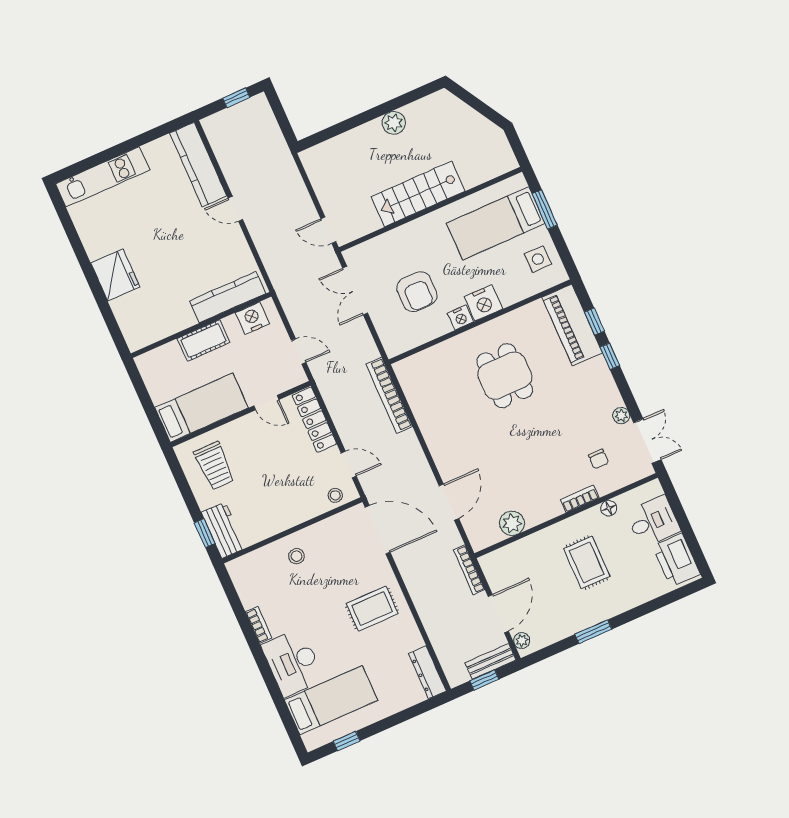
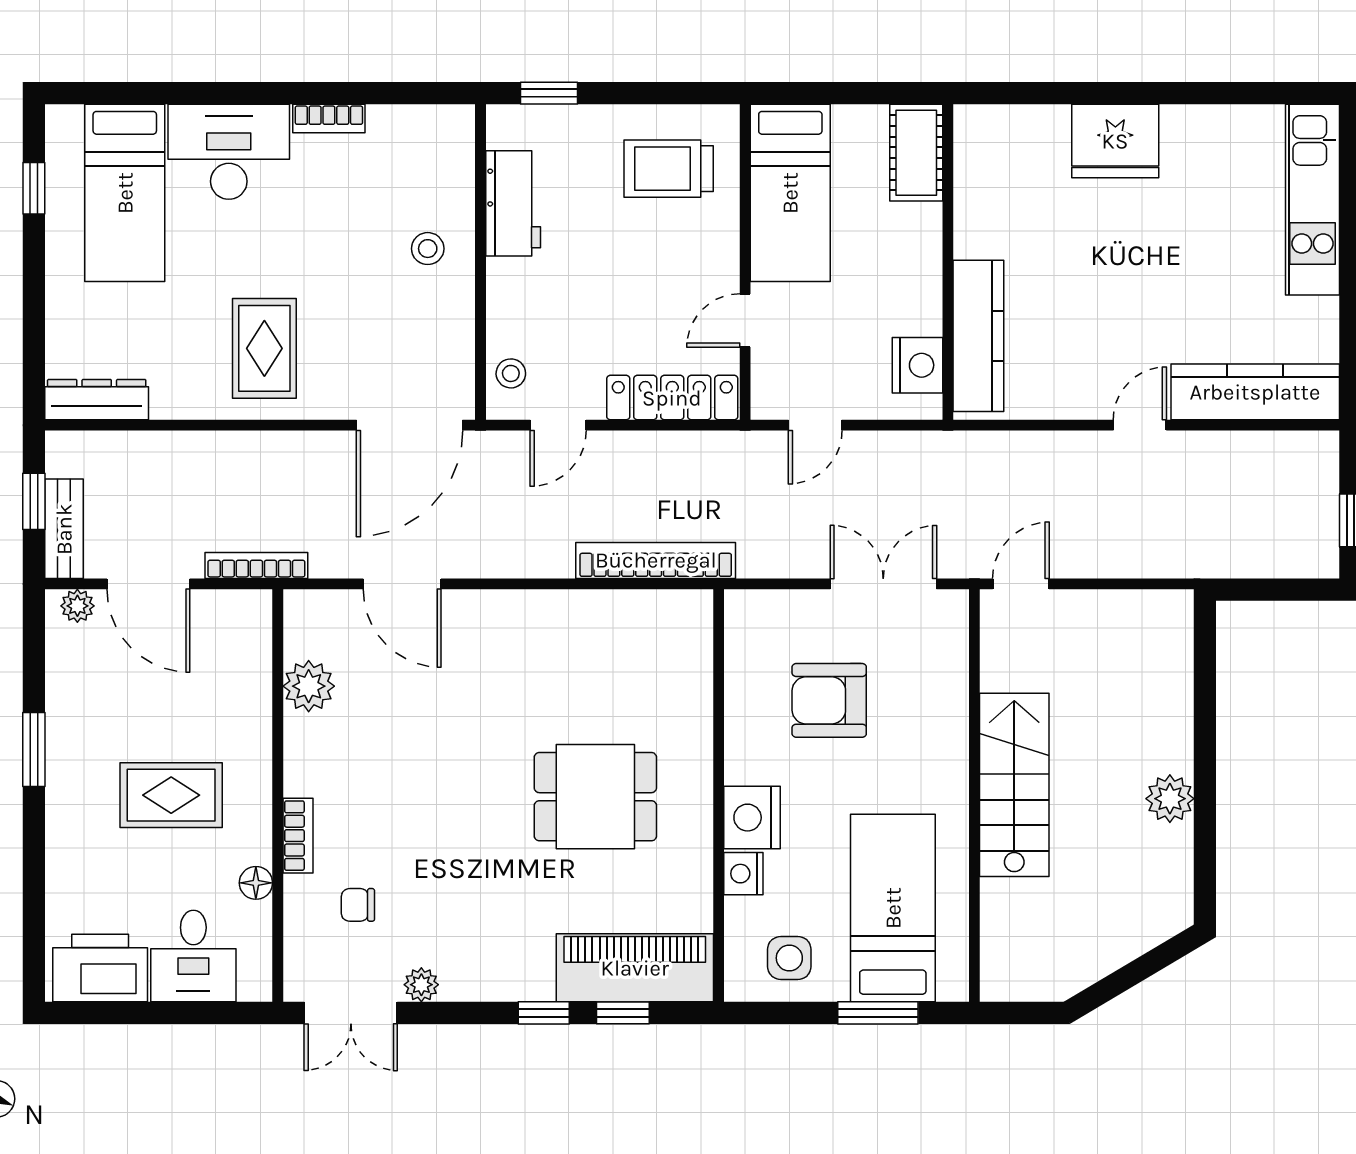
nightstand: (460, 318) -> (743, 874), moved
cot: (203, 341) -> (916, 153), moved
workbench: (223, 530) -> (513, 203), moved, turned -90

